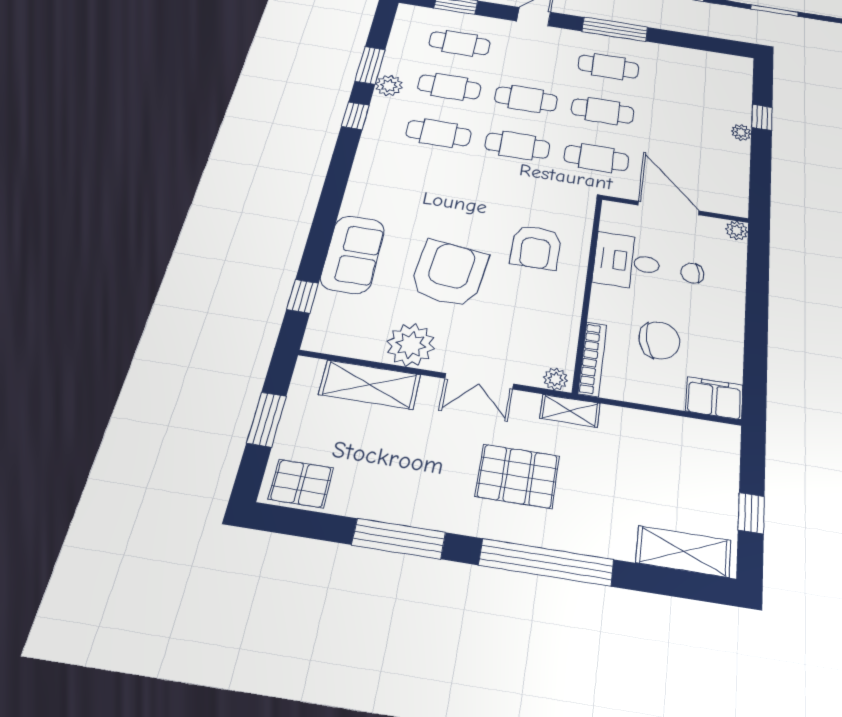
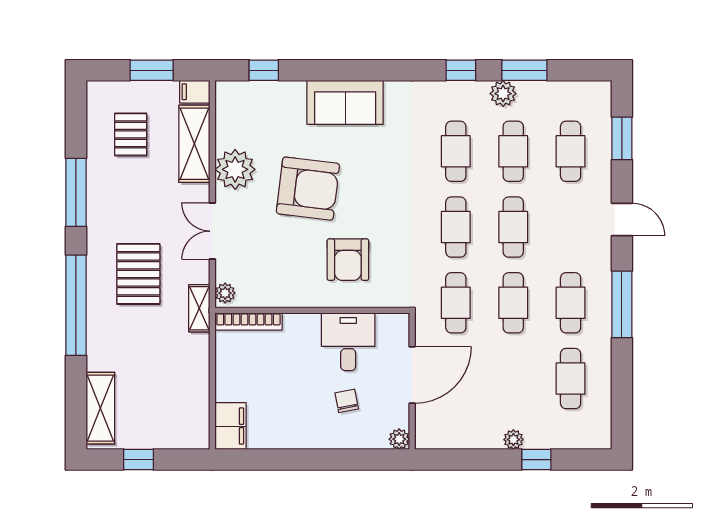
cafe table: (683, 78) -> (571, 379), added
armchair: (536, 247) -> (348, 260), turned -90
sofa: (353, 254) -> (345, 102), moved
chair: (659, 340) -> (276, 376), removed
filing cabinet: (307, 374) -> (195, 92), added
pallet: (301, 483) -> (131, 134), moved

